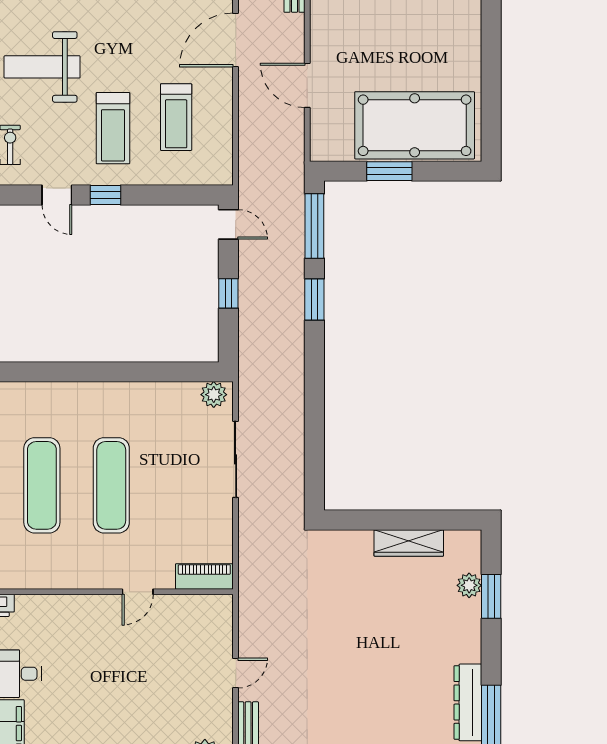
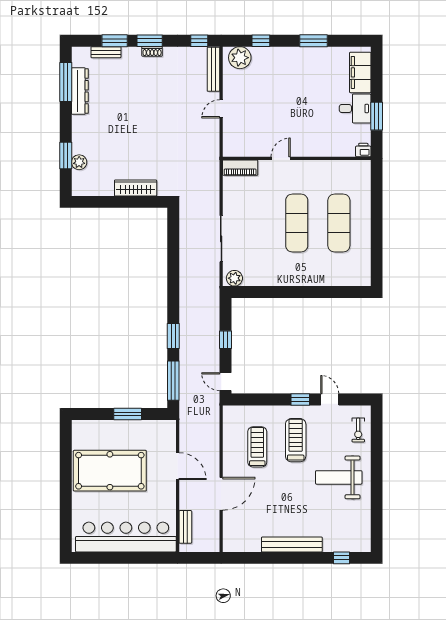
weight bench: (42, 67) -> (339, 477), turned 180
pool table: (415, 125) -> (110, 471), moved
wardrobe: (409, 543) -> (136, 188), moved

